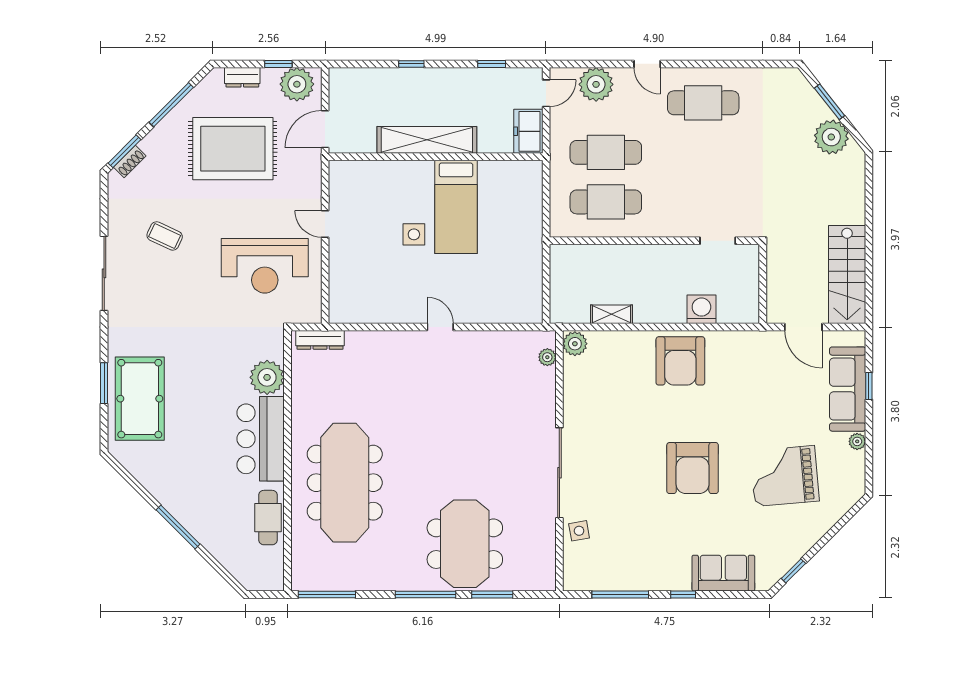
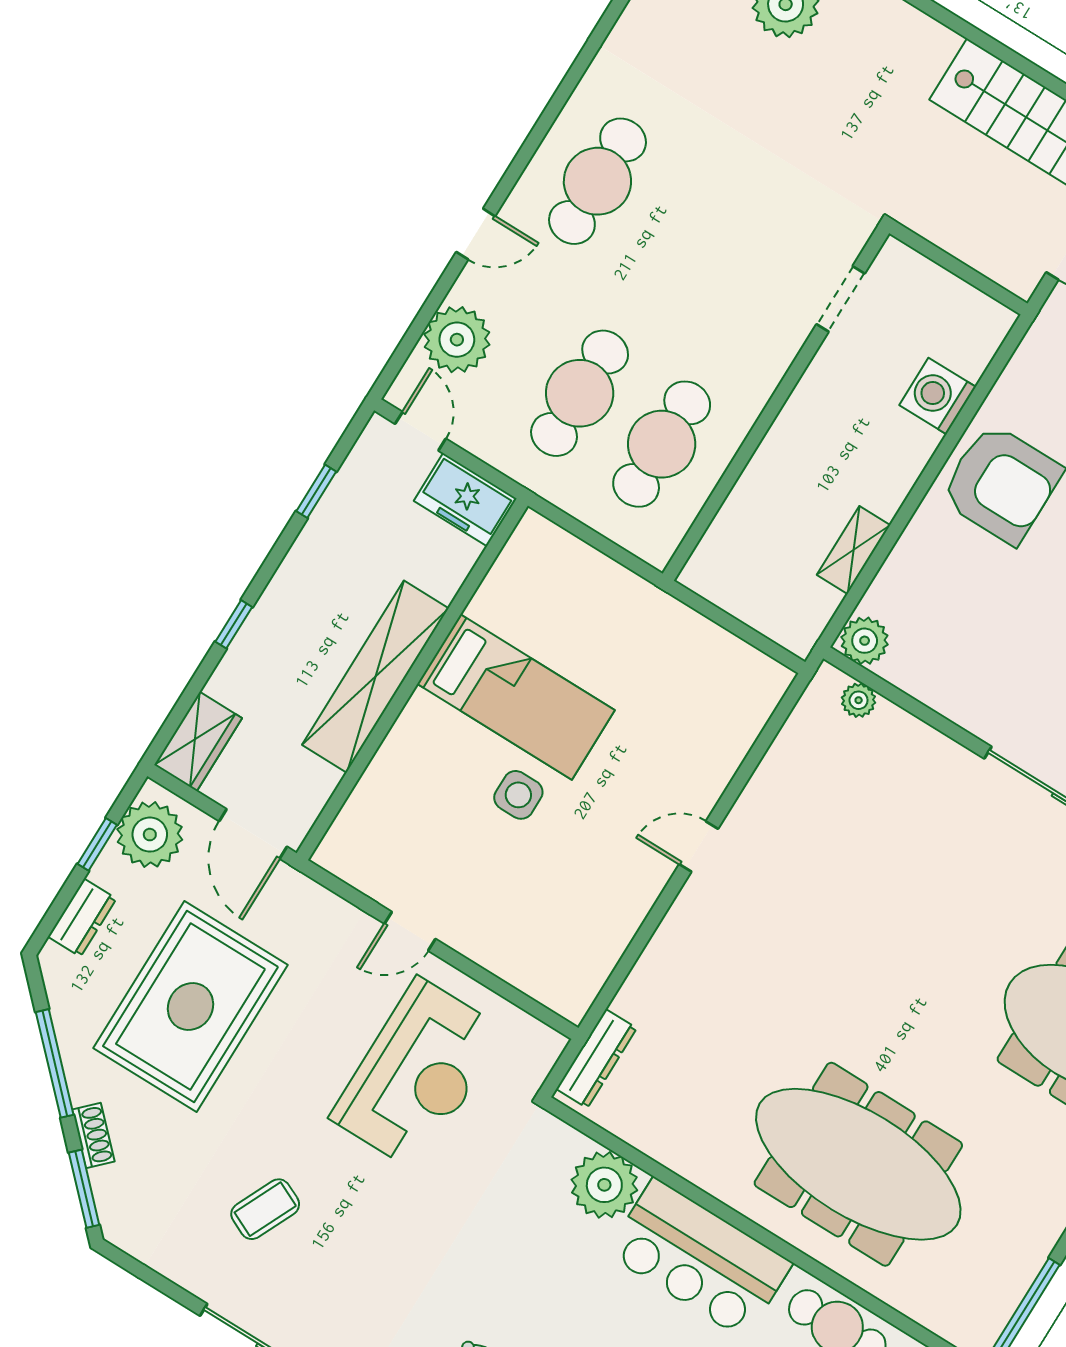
wardrobe: (351, 80) -> (198, 741), added
shoe rack: (130, 162) -> (93, 1135), moved

